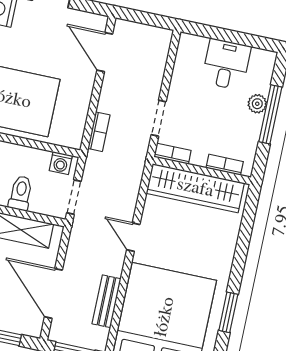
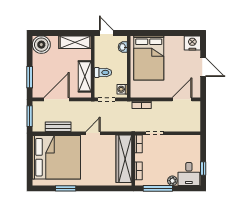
window: (246, 40) -> (203, 168), added
desk: (226, 64) -> (189, 174), moved, turned 90
window: (270, 114) -> (158, 188), moved

